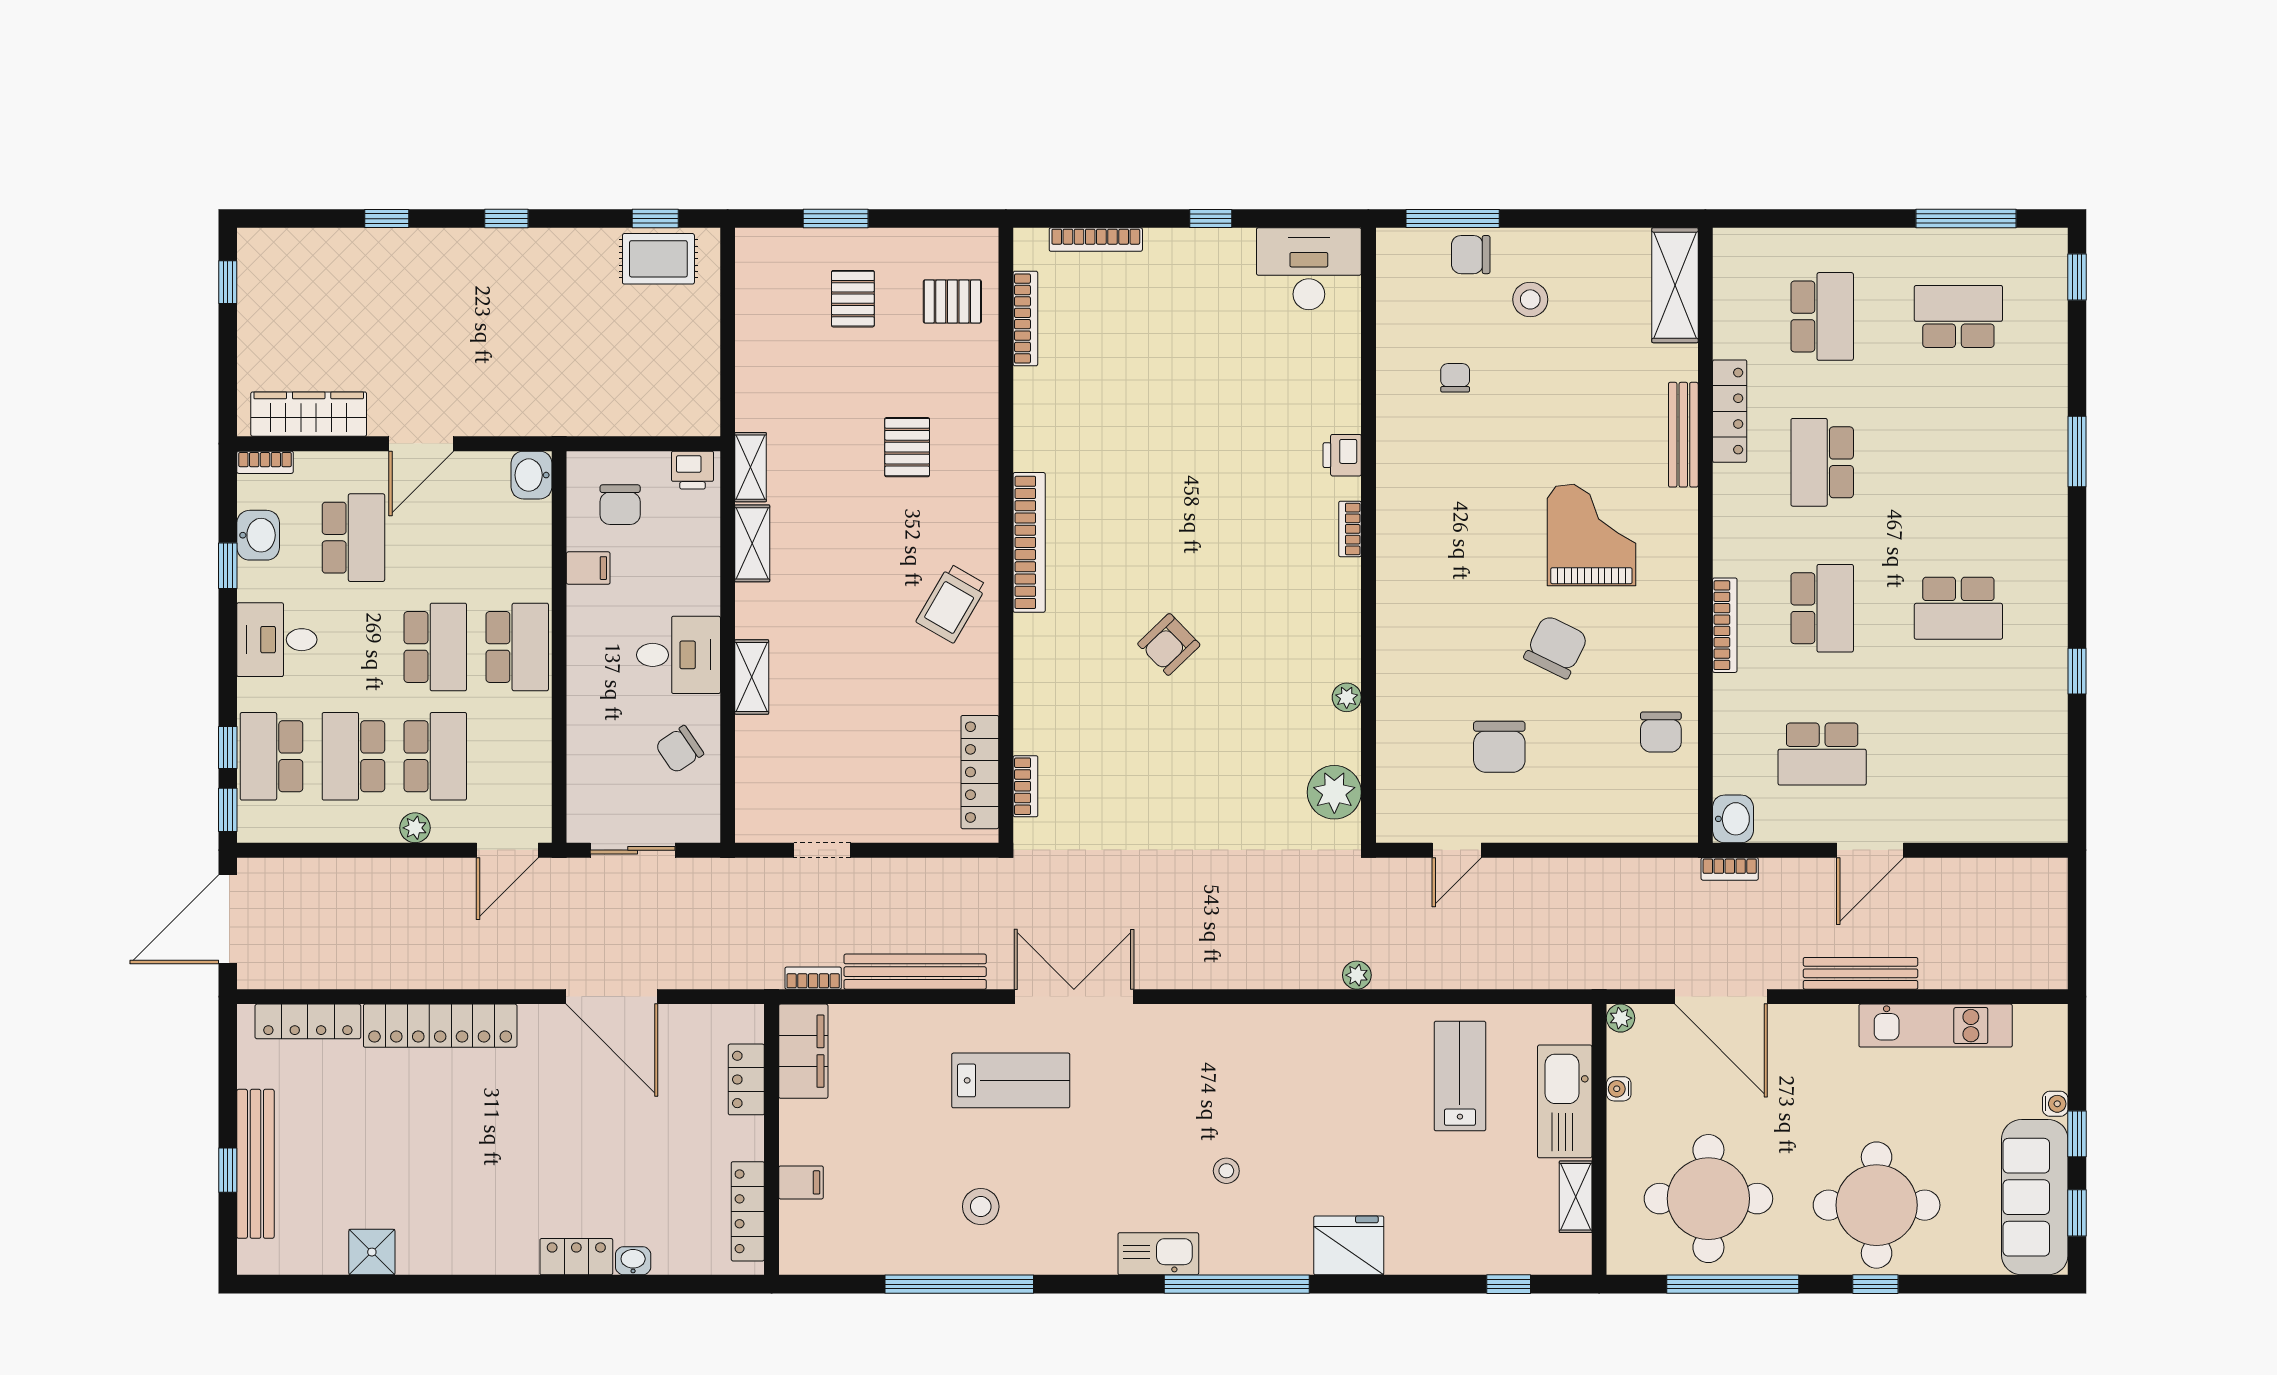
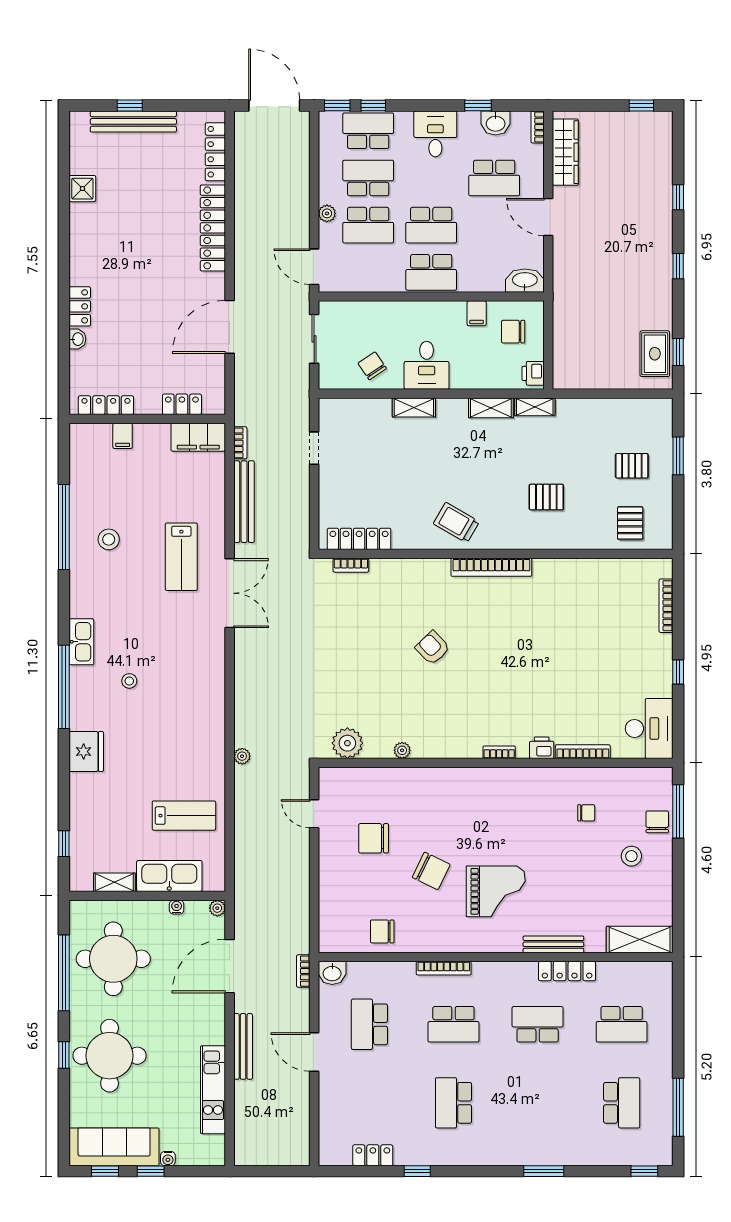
bookcase: (1025, 318) -> (583, 752), moved, turned 180
washbasin: (532, 475) -> (525, 281), width x1.38
locker: (2049, 748) -> (373, 1155), added

